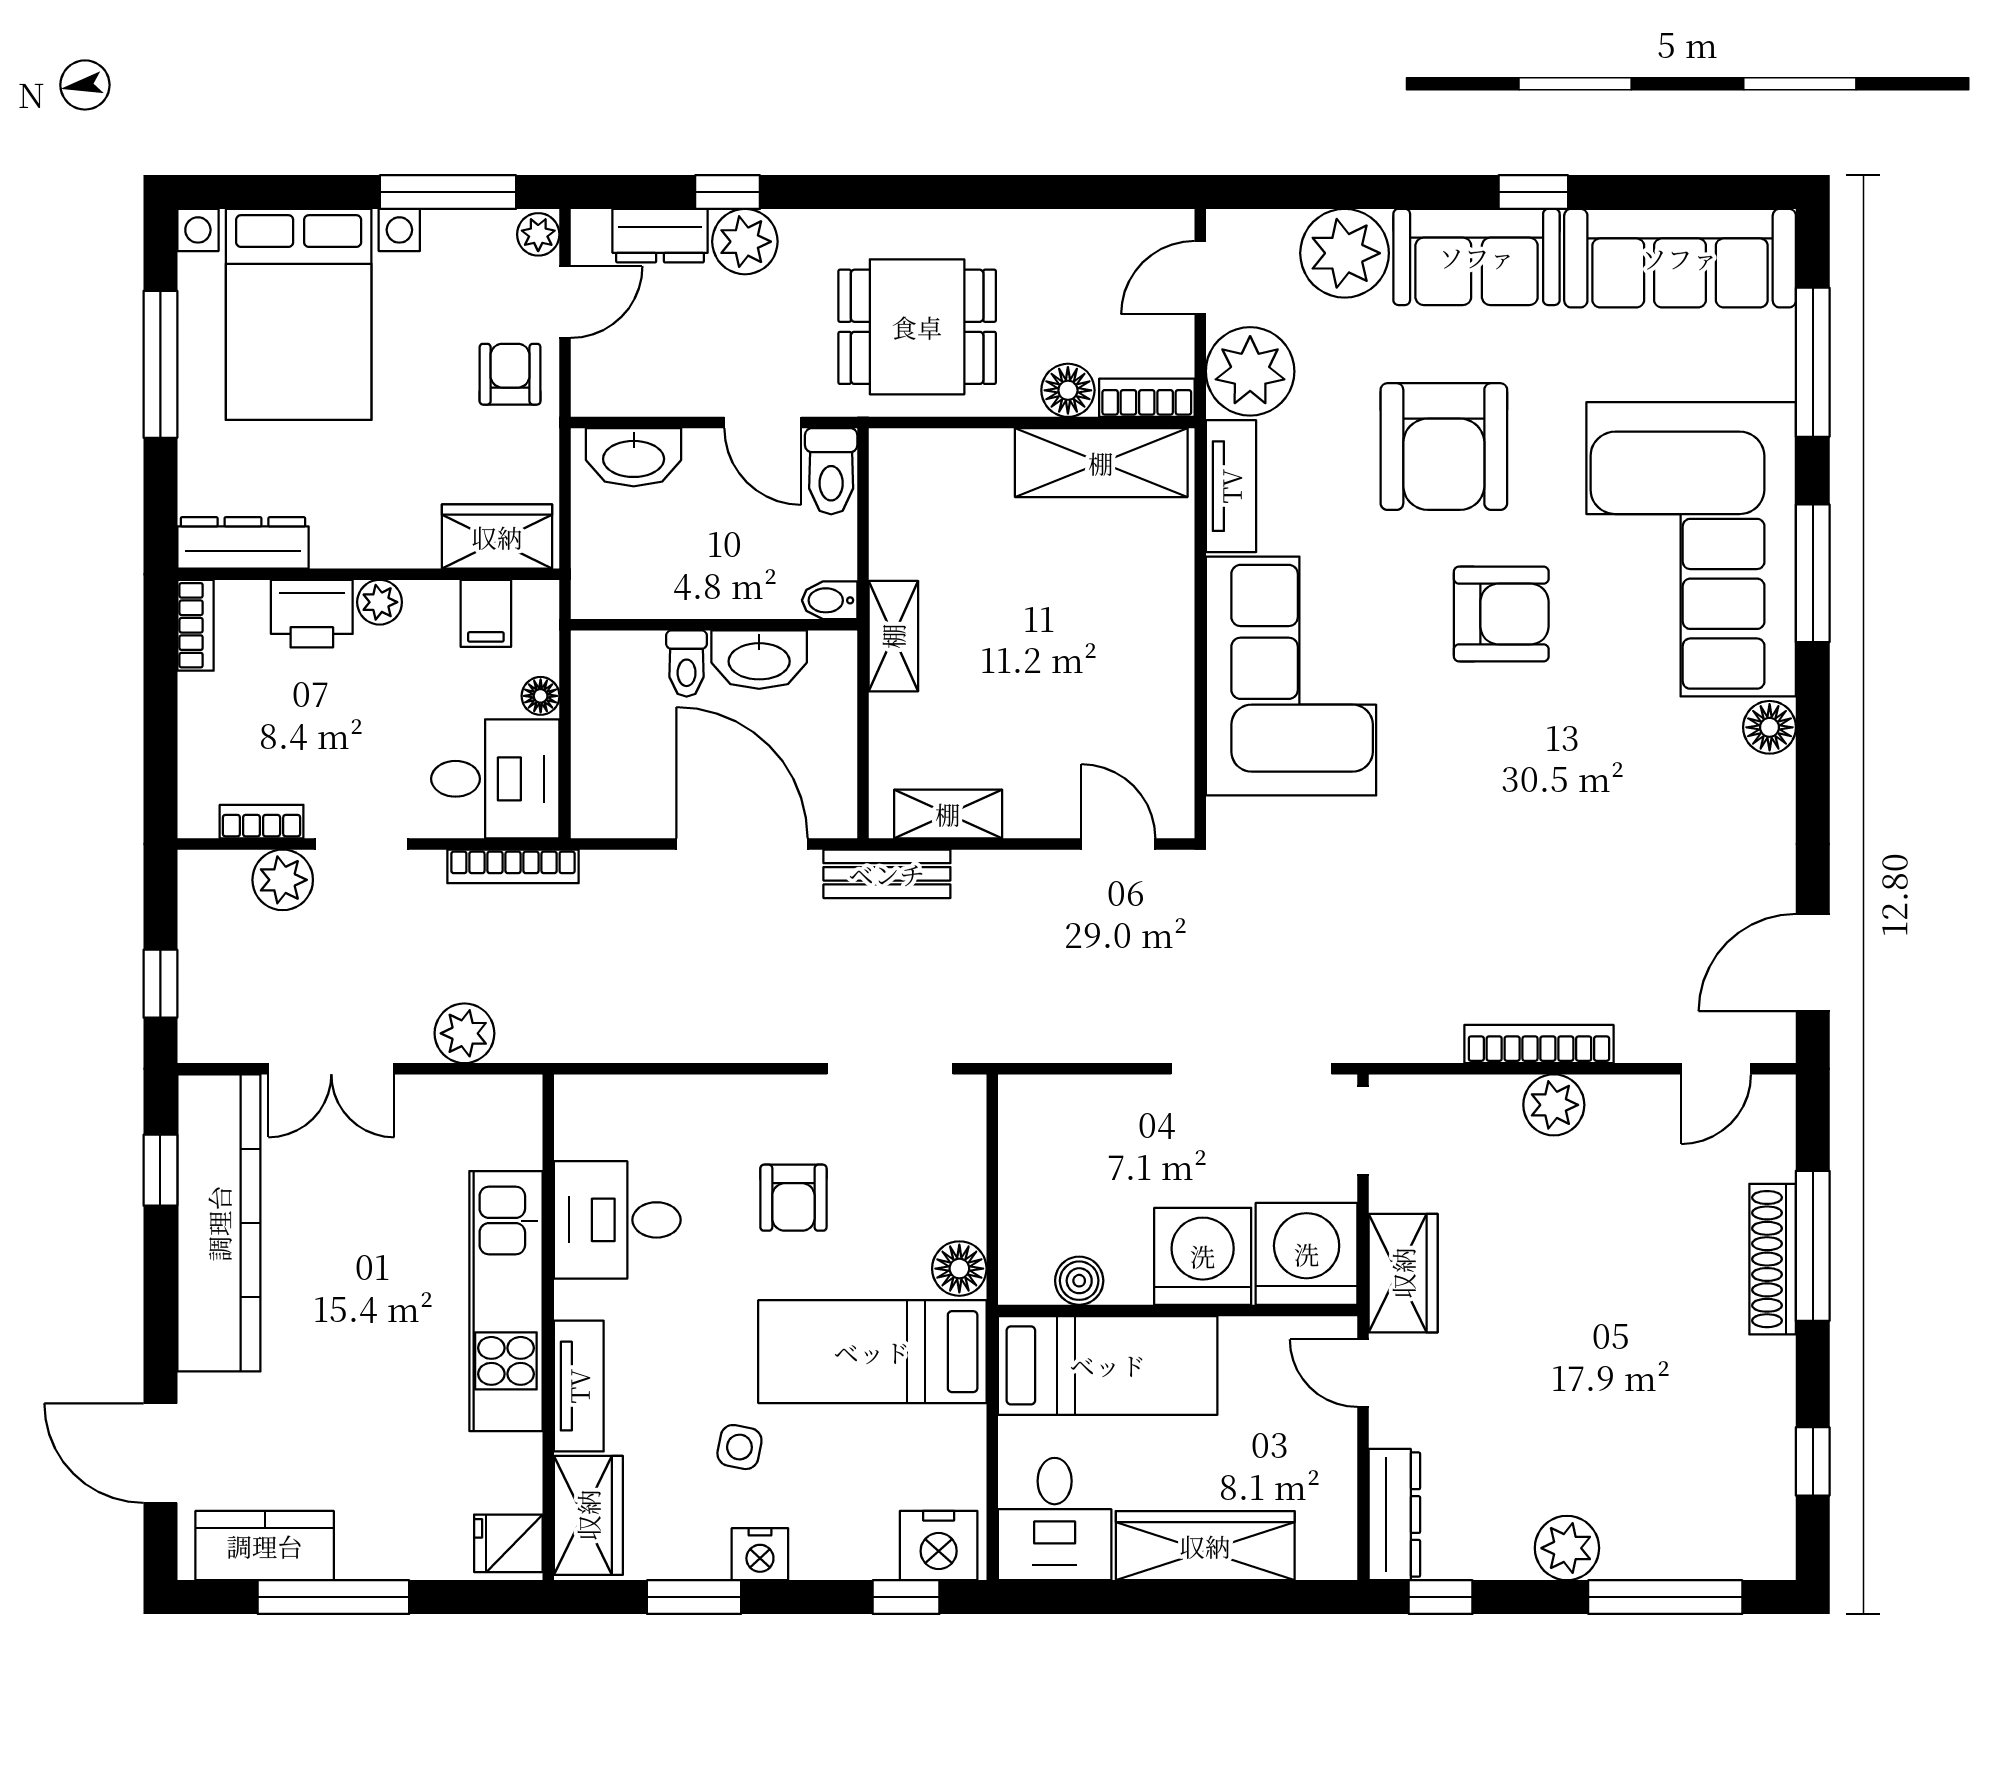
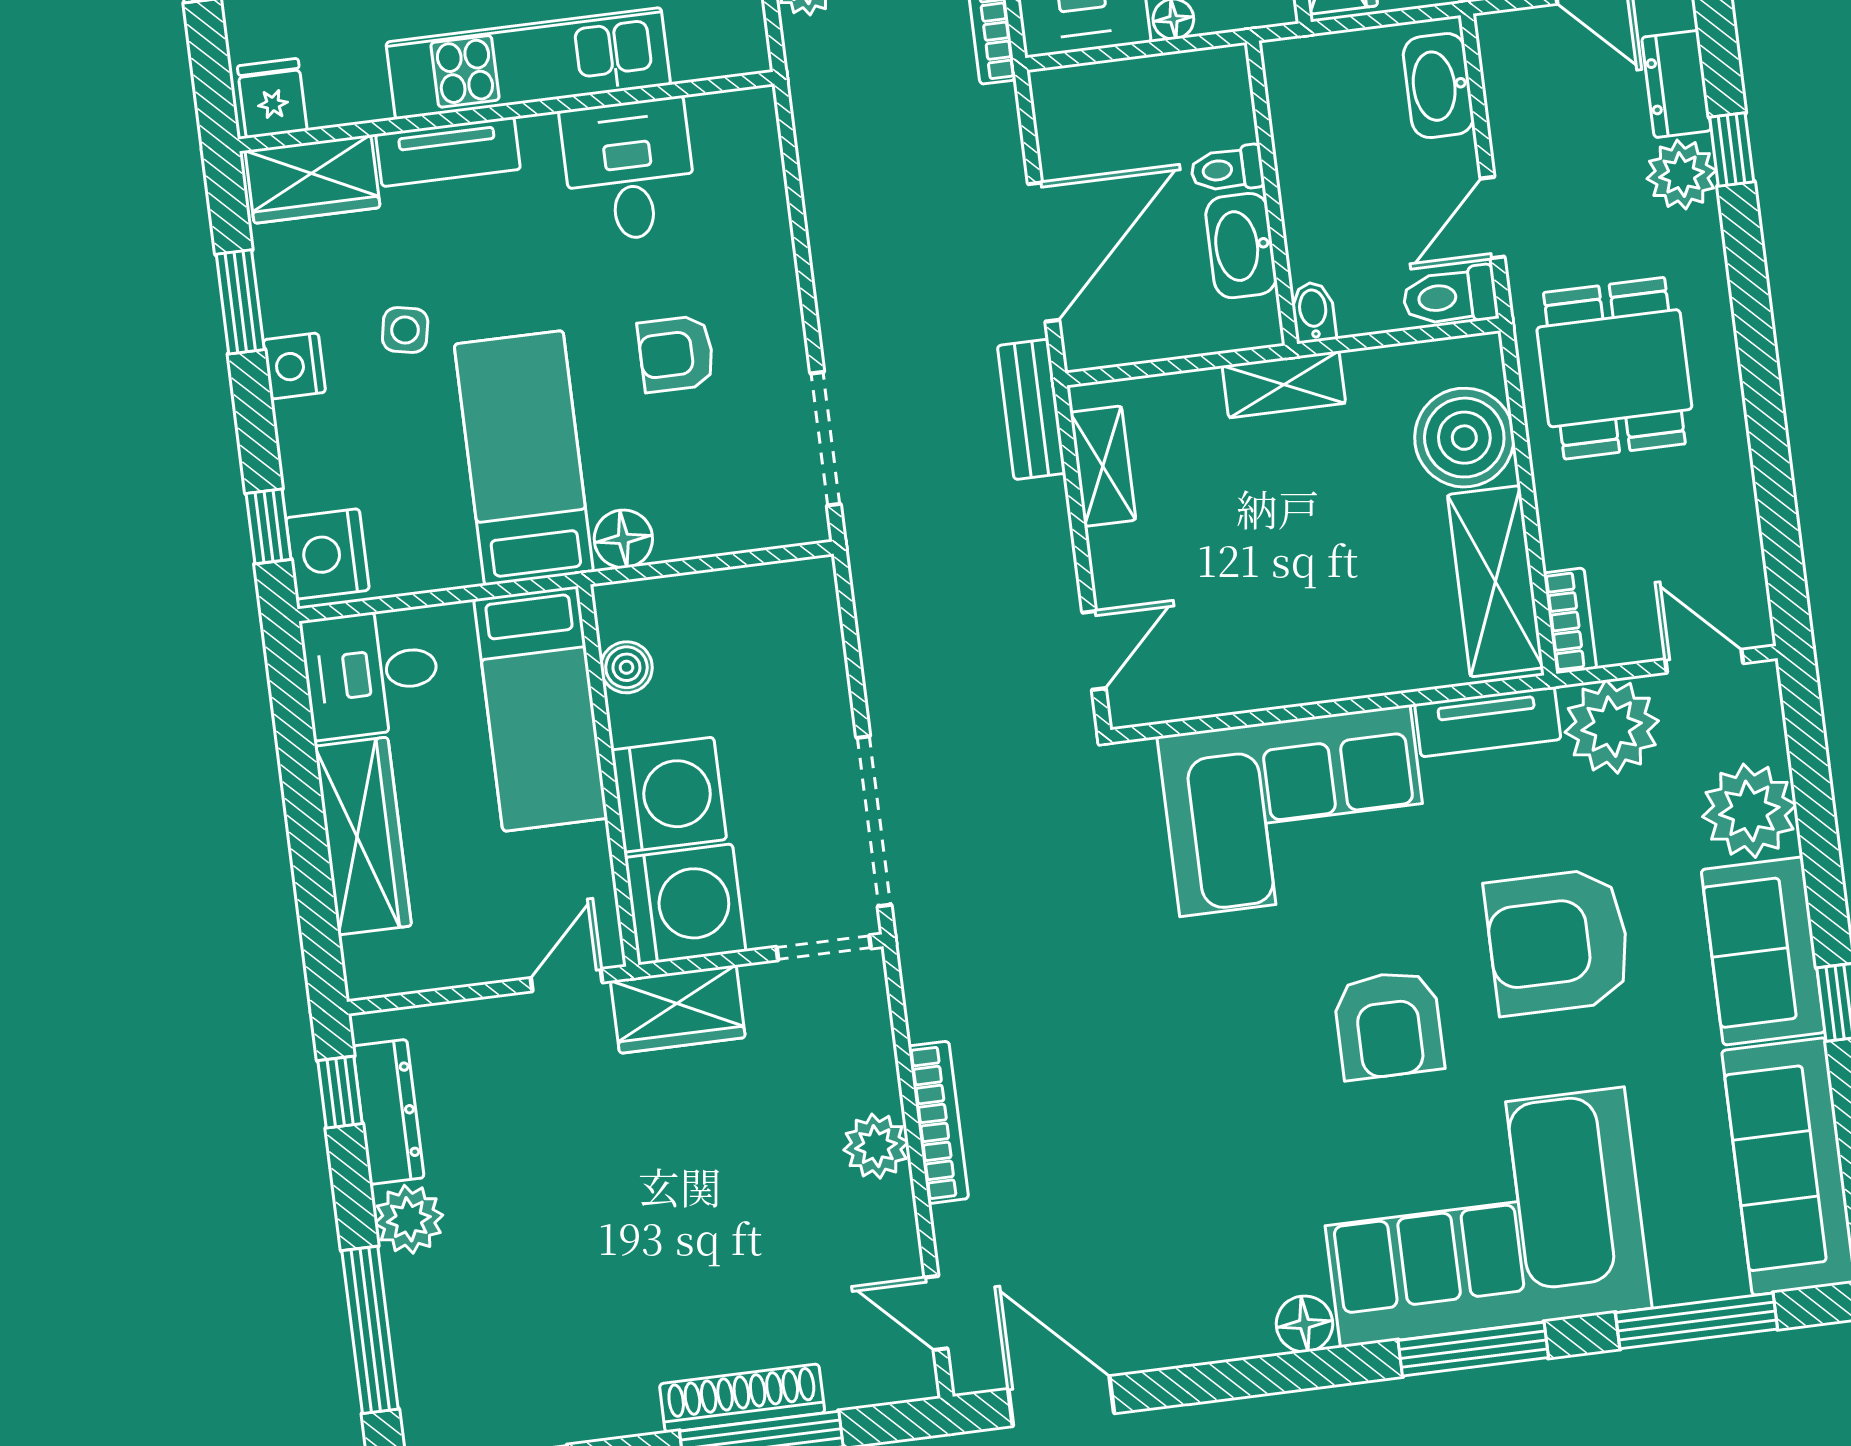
floor lamp: (1068, 390) -> (1567, 536), removed
boiler: (964, 475) -> (1464, 438), added
dresser: (1394, 1515) -> (388, 1112), moved, turned -90

